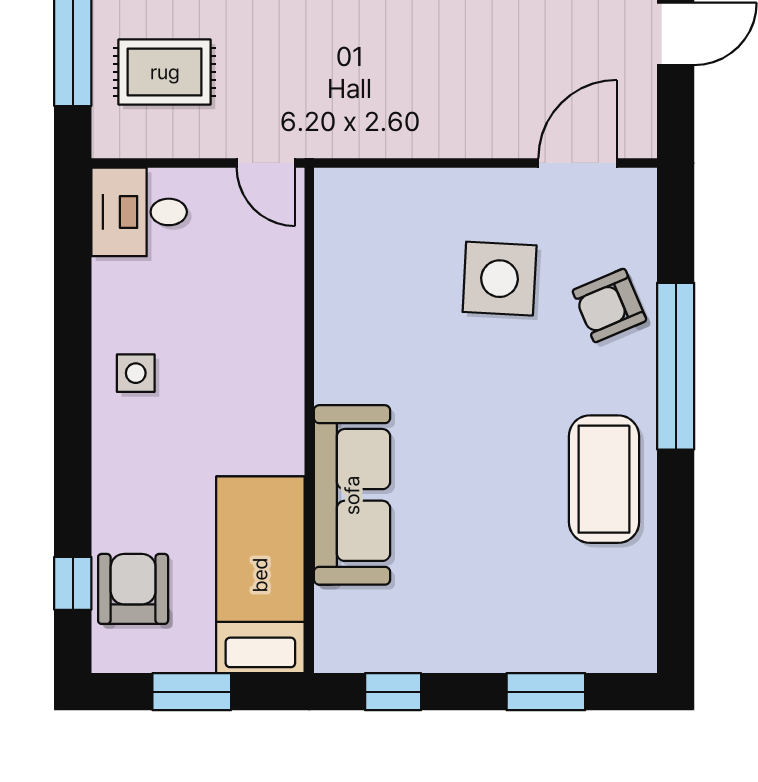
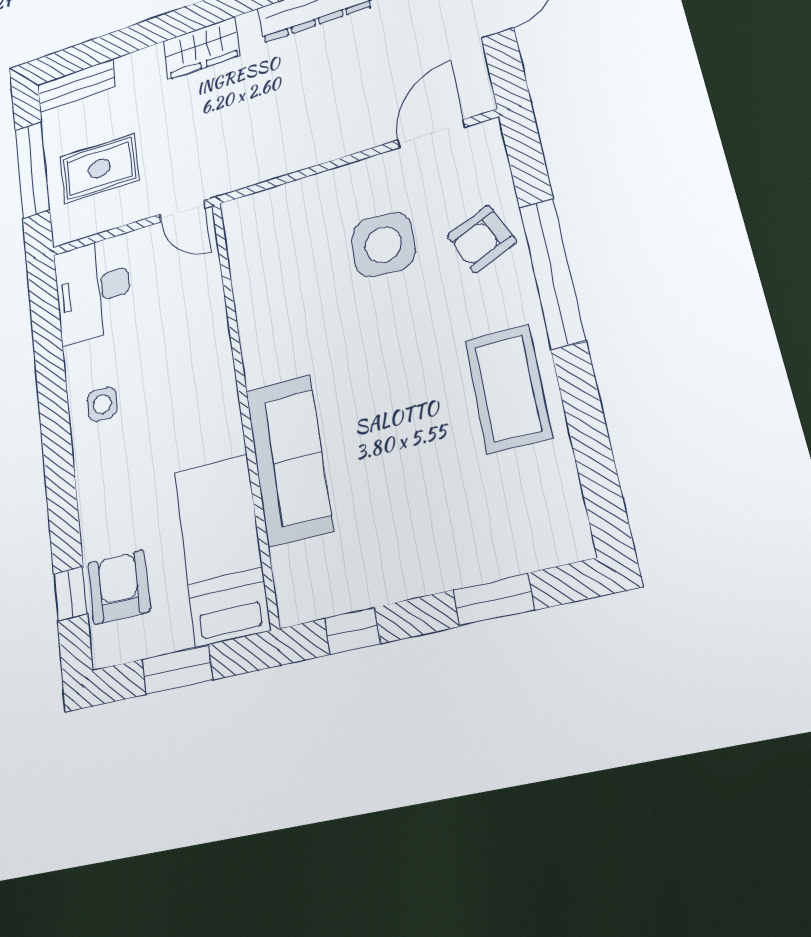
desk: (139, 212) -> (93, 290), width x1.37

